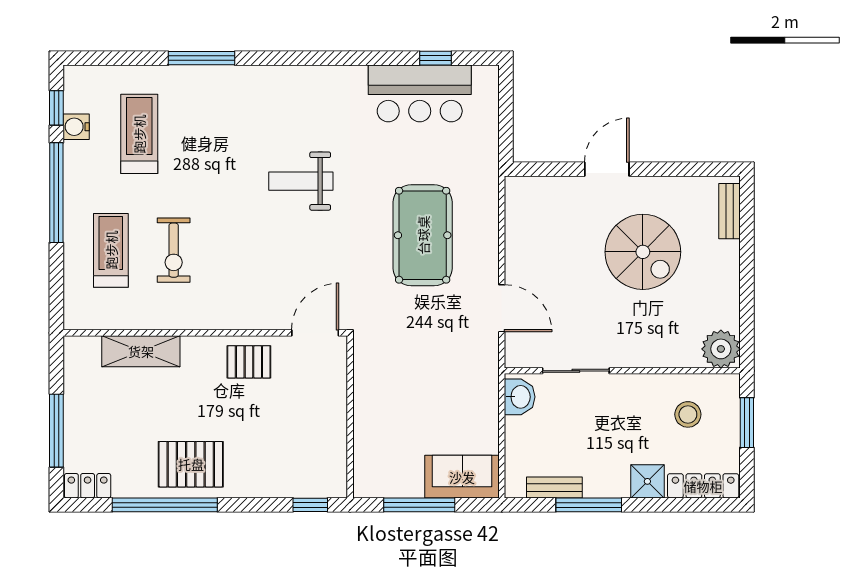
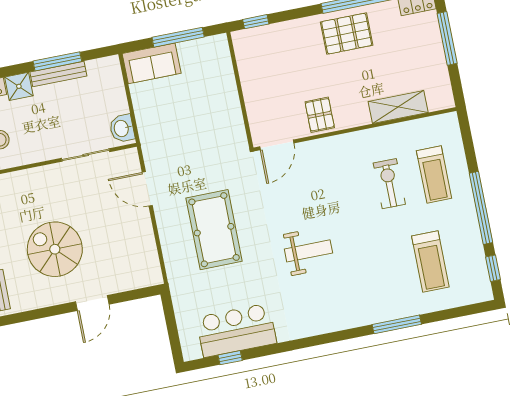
water cooler: (76, 127) -> (476, 258), removed
pallet: (249, 362) -> (320, 115), turned 90
bench: (554, 487) -> (58, 74), moved, width x1.36

